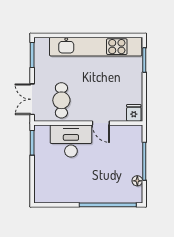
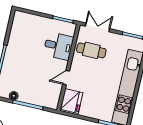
fridge: (134, 113) -> (72, 101), width x1.88, depth x1.34
desk: (71, 141) -> (58, 46), width x0.73

